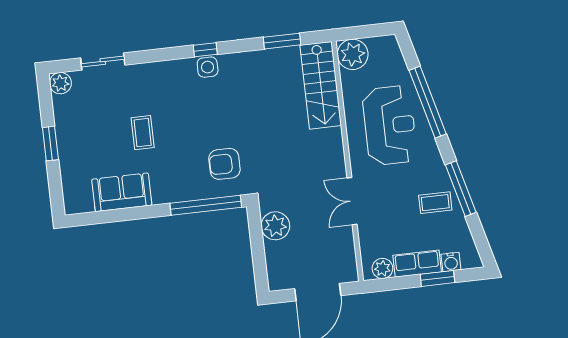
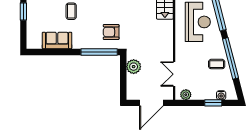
window: (461, 189) -> (230, 58), width x1.46
double door: (352, 201) -> (174, 74), moved
row of seats: (417, 264) -> (204, 94), removed

